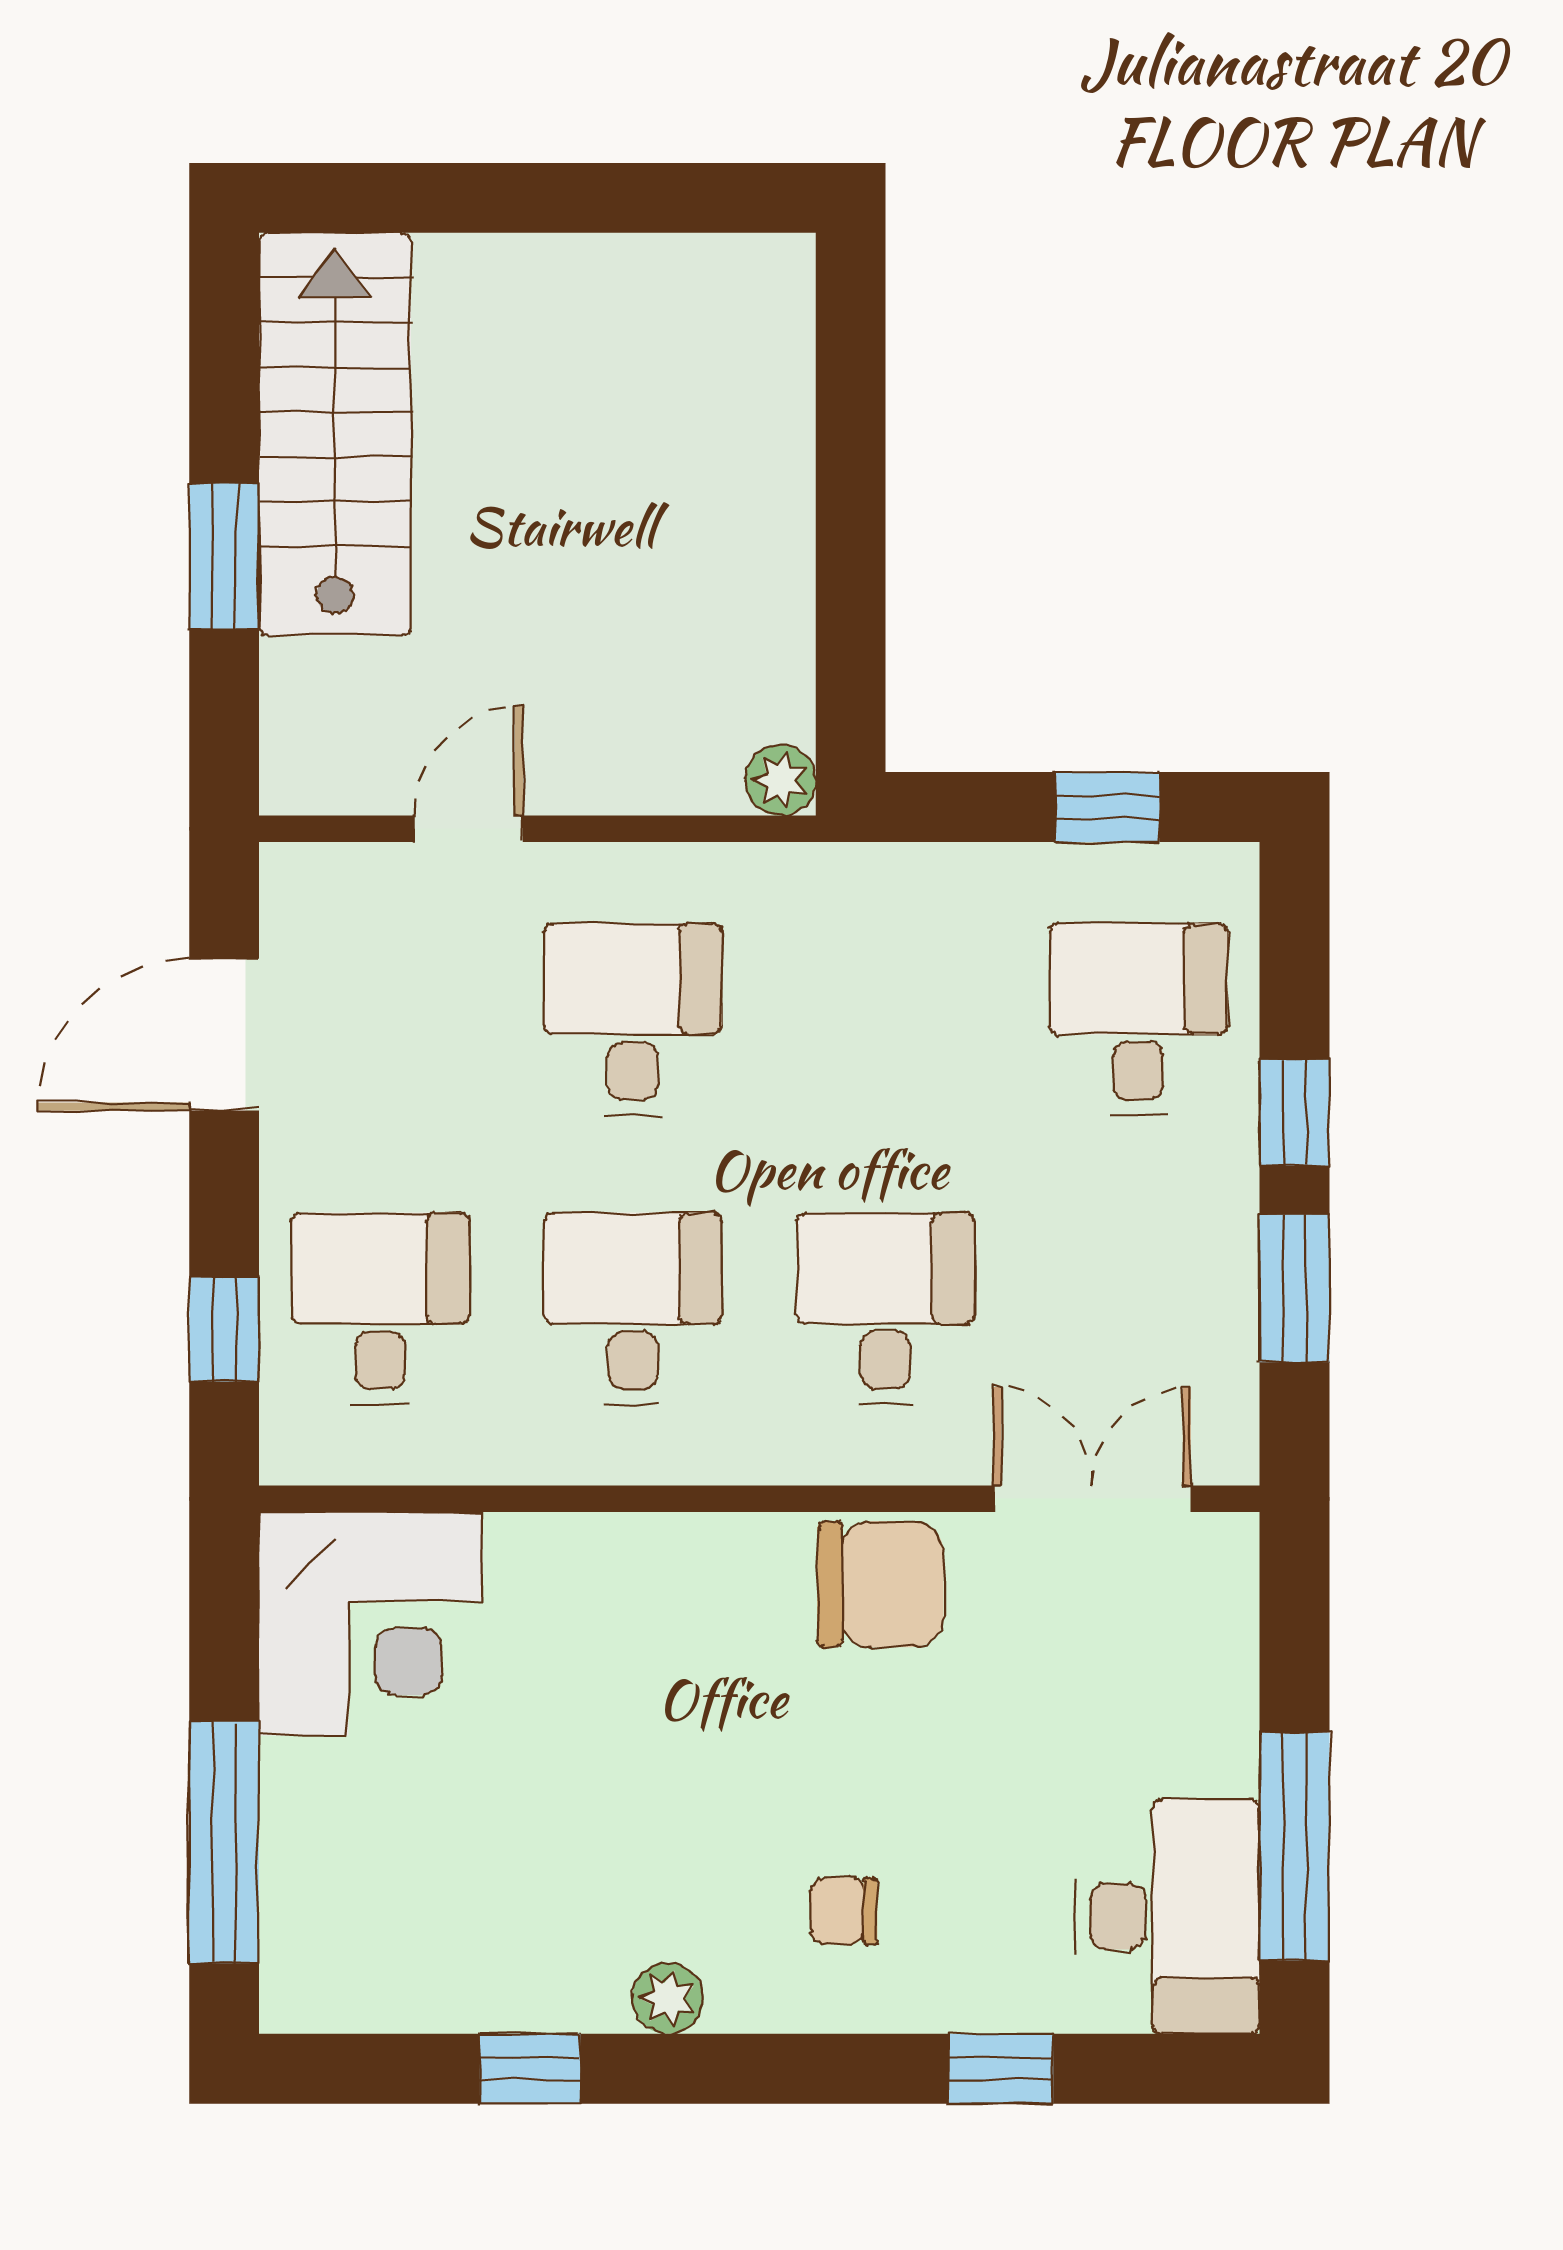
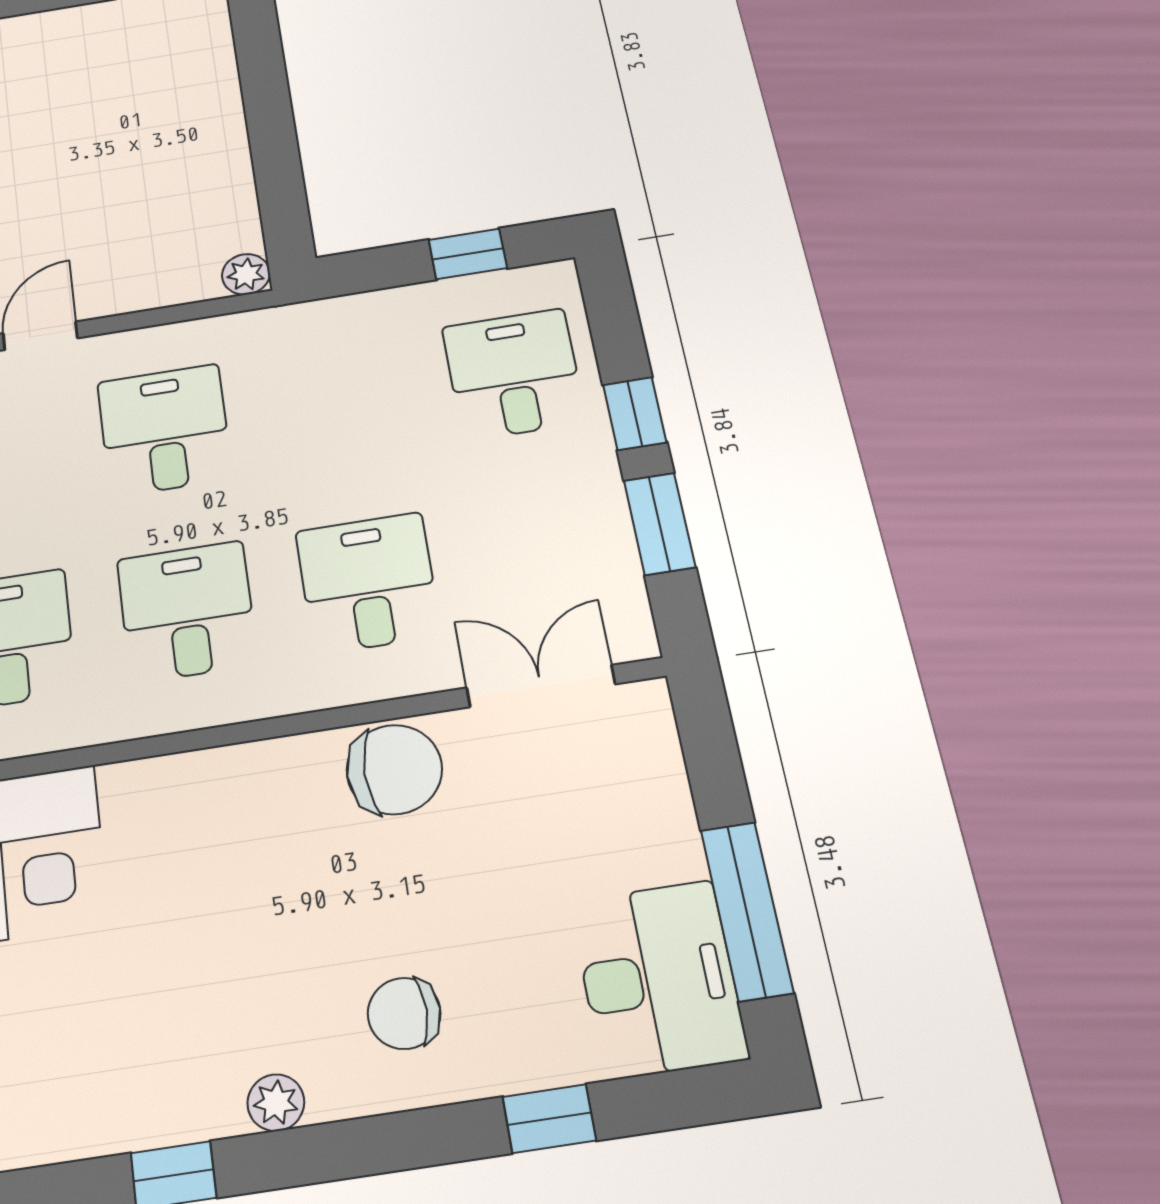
chair: (844, 1911) -> (404, 1013), width x1.37, depth x1.37

